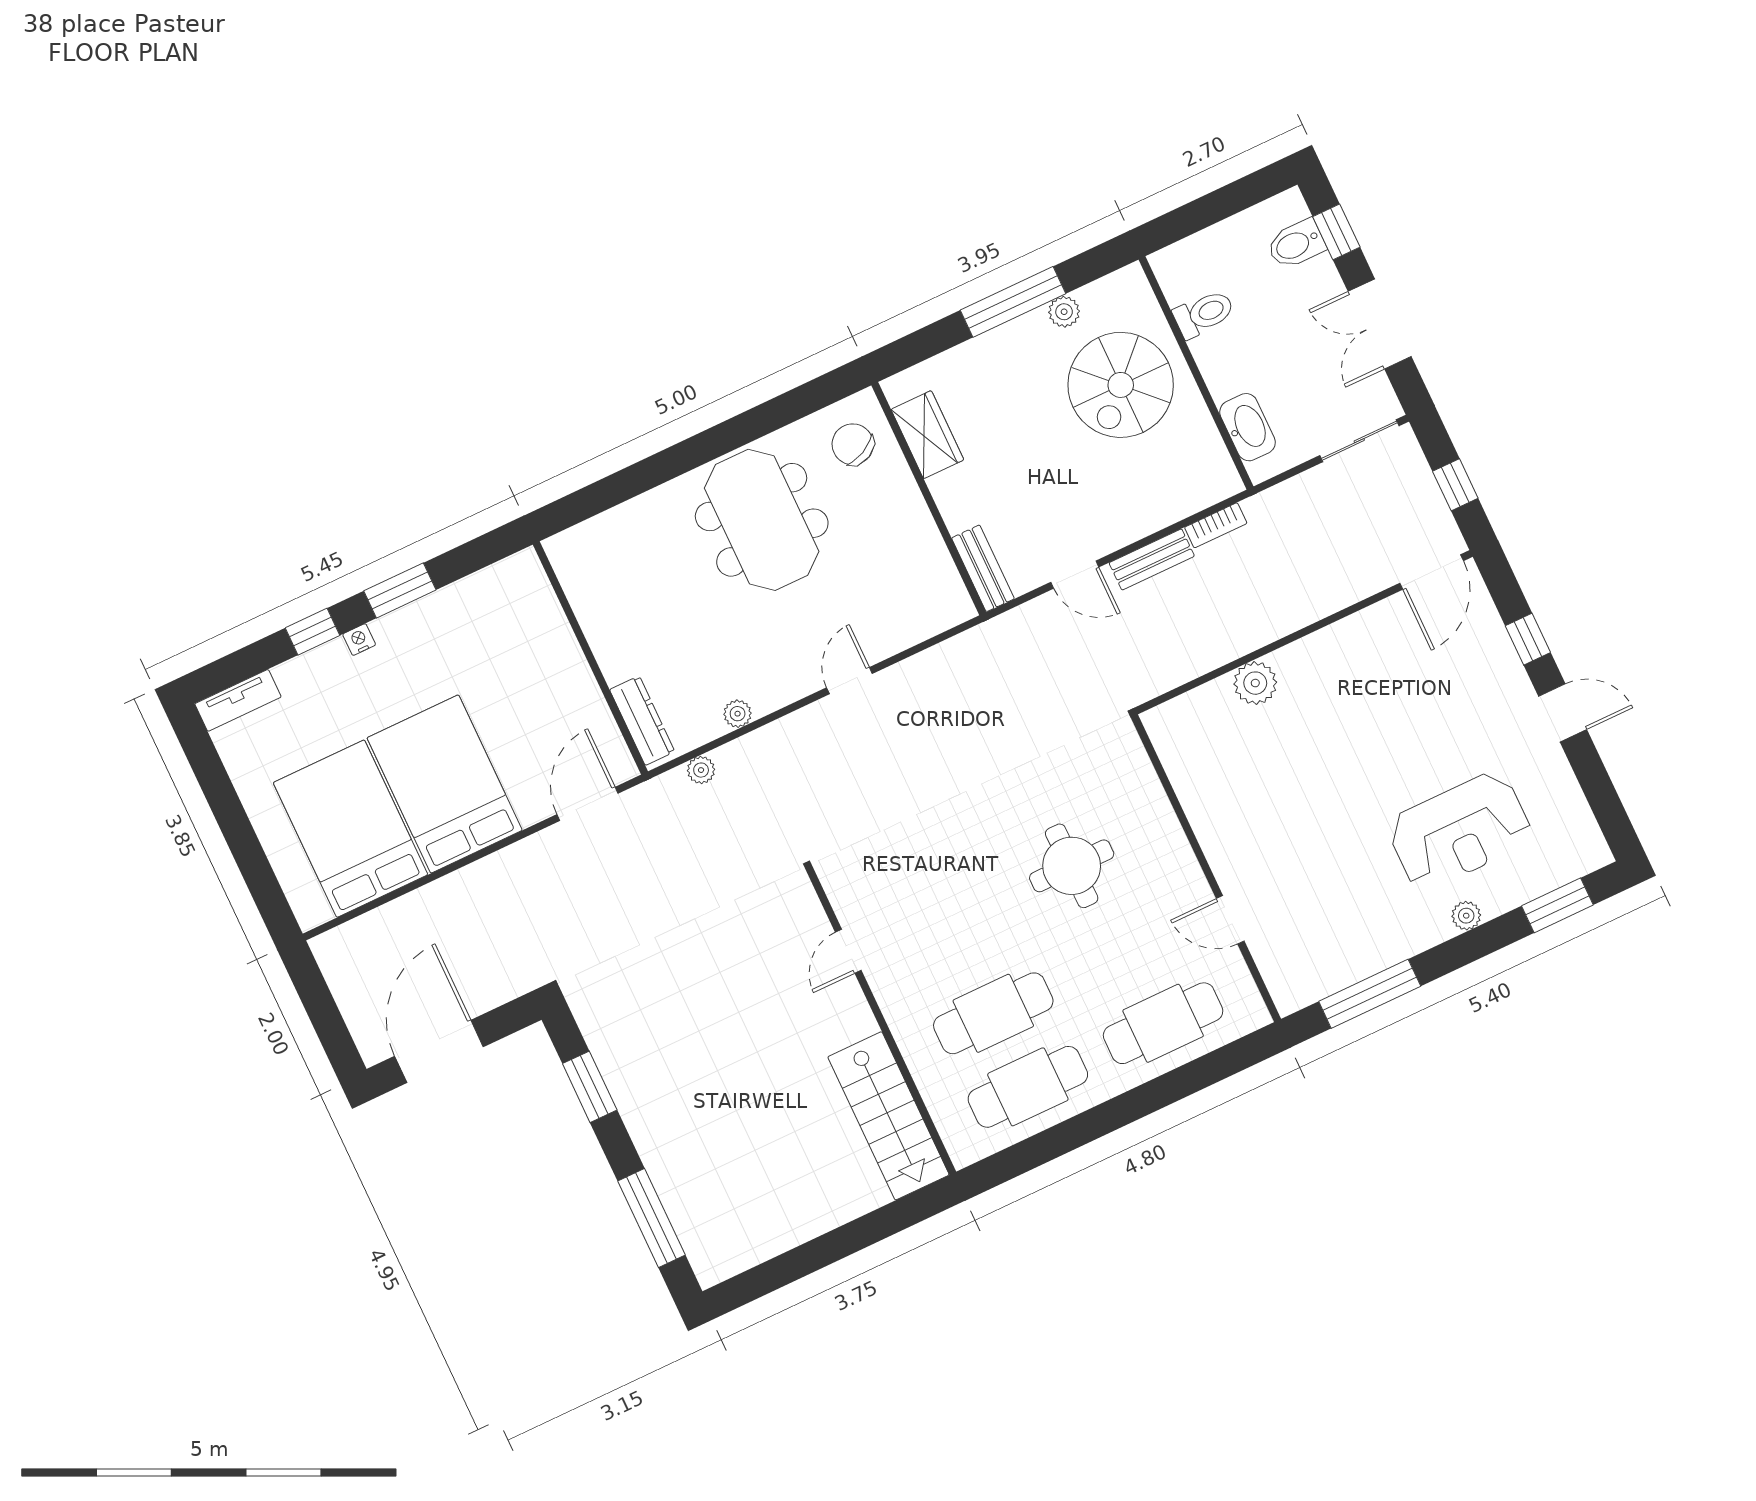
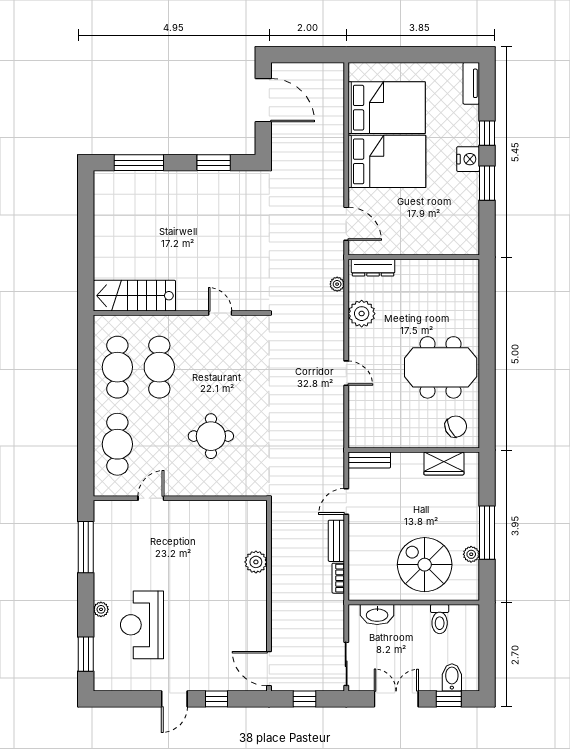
nightstand: (359, 640) -> (468, 159), width x1.89, depth x1.79
plant: (738, 714) -> (362, 314), width x1.88, depth x1.88

